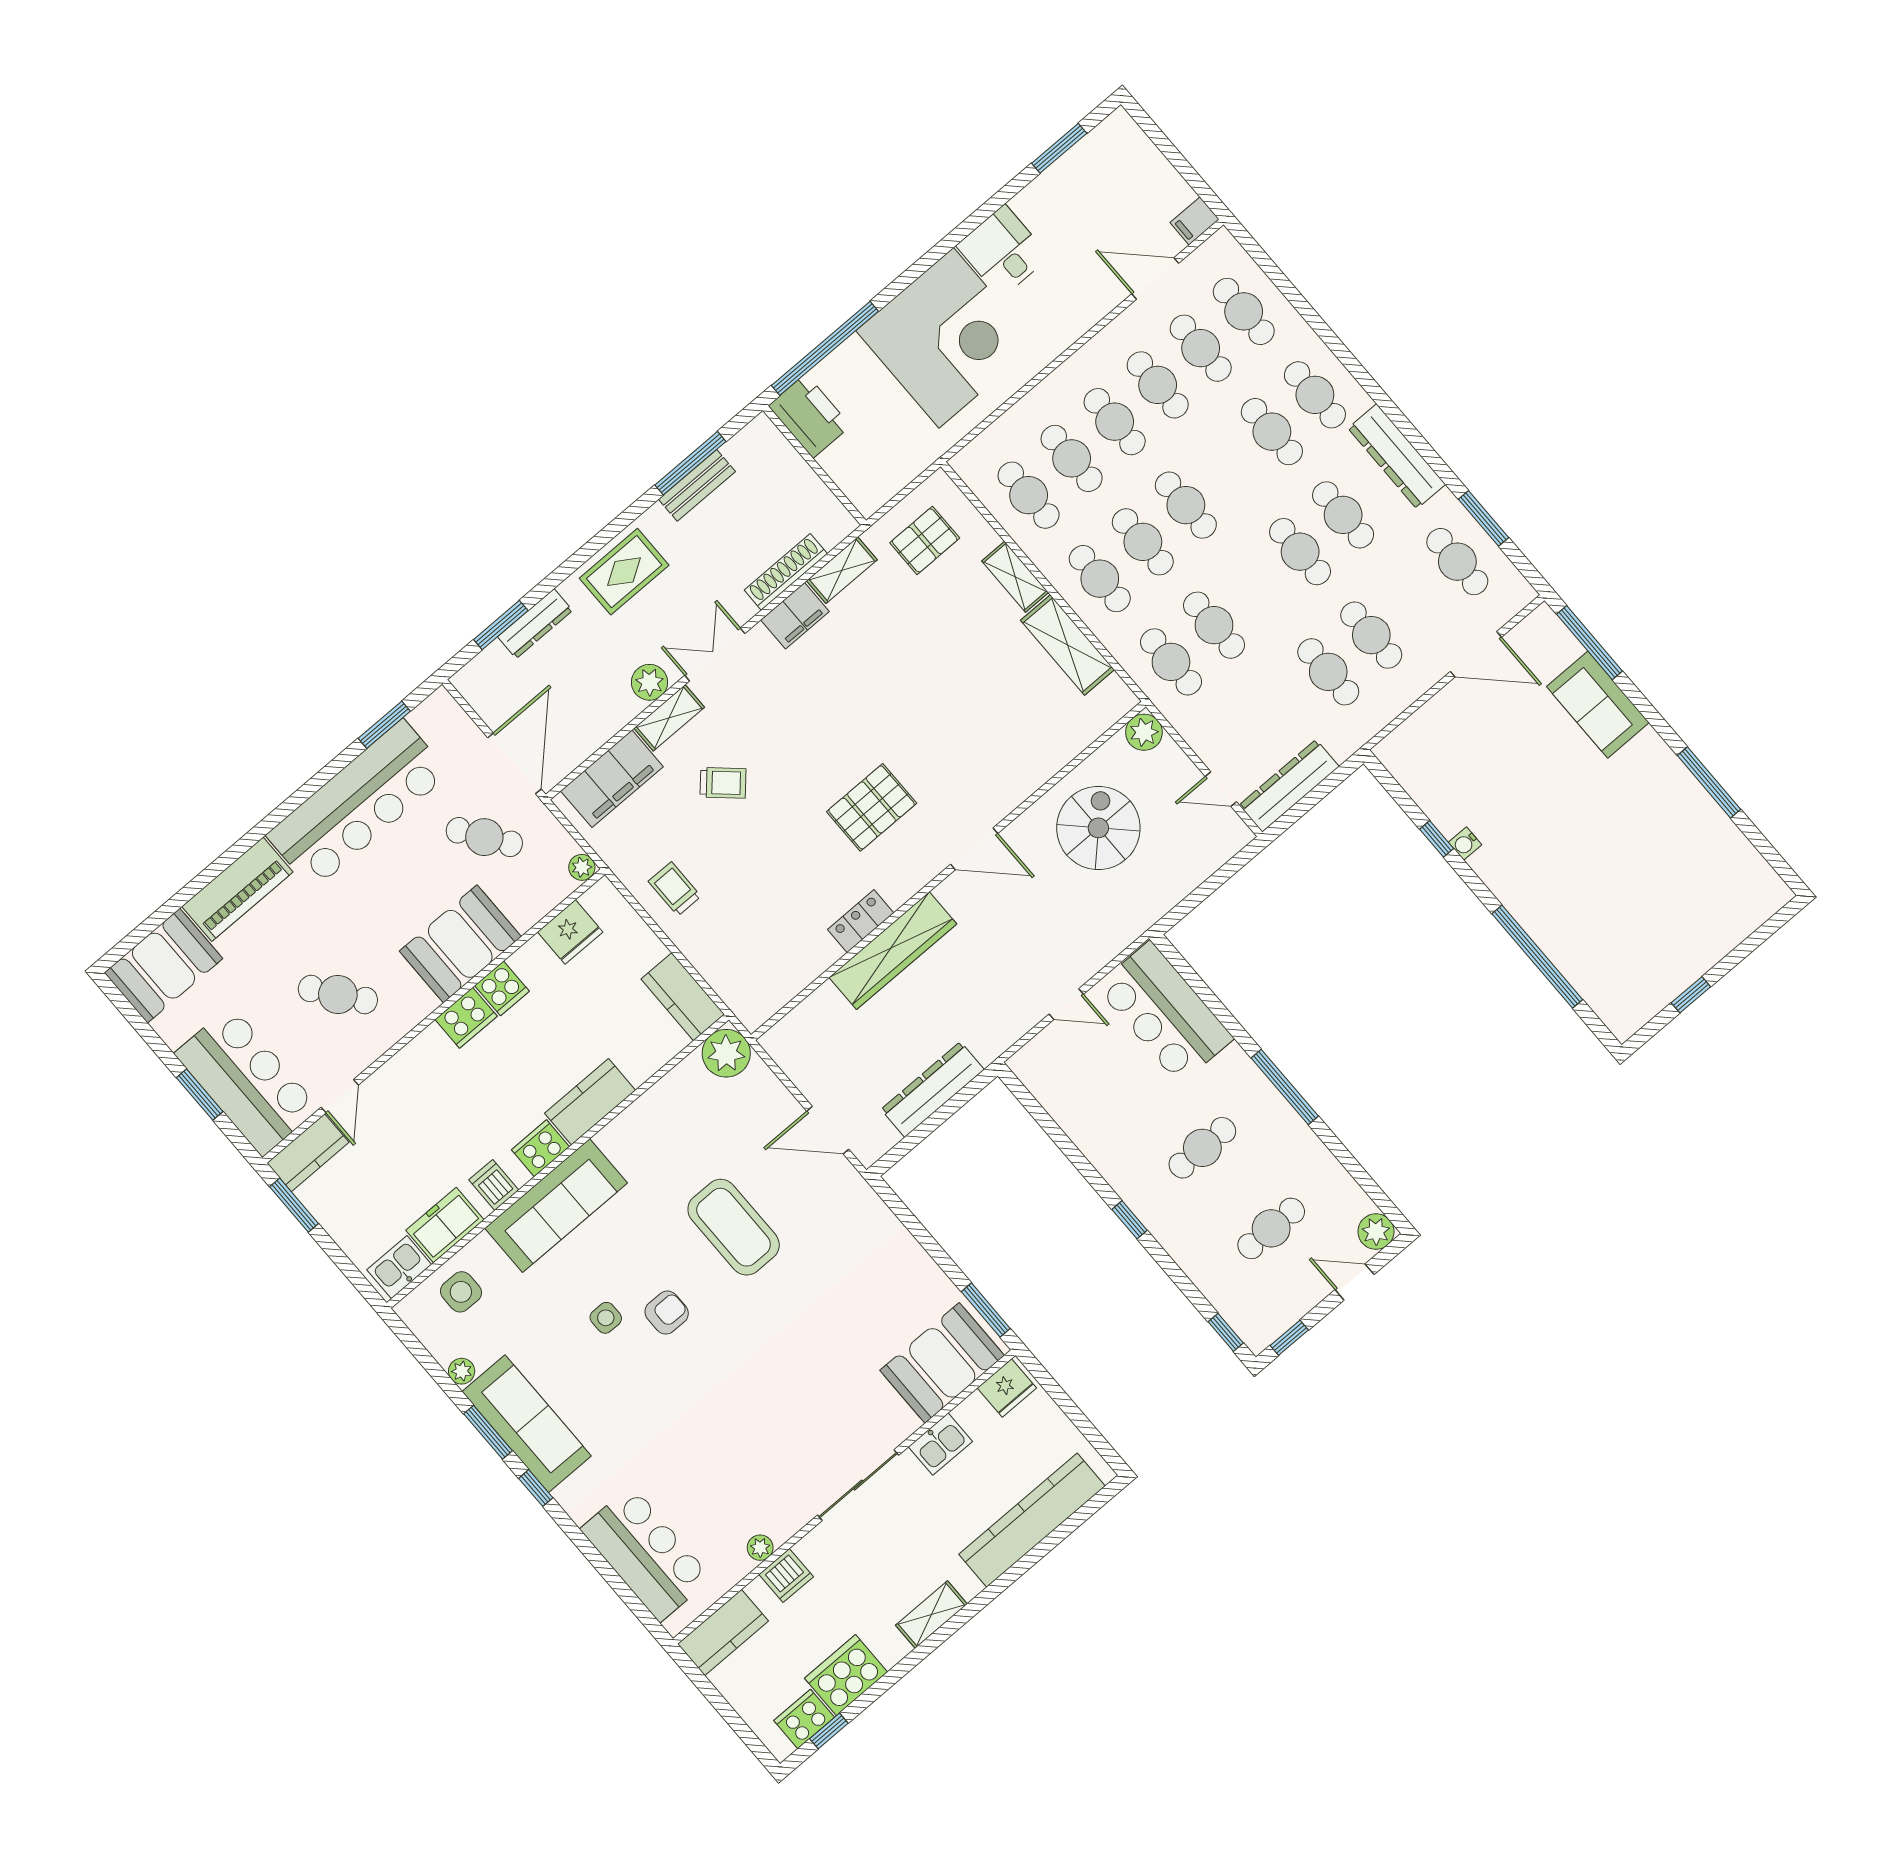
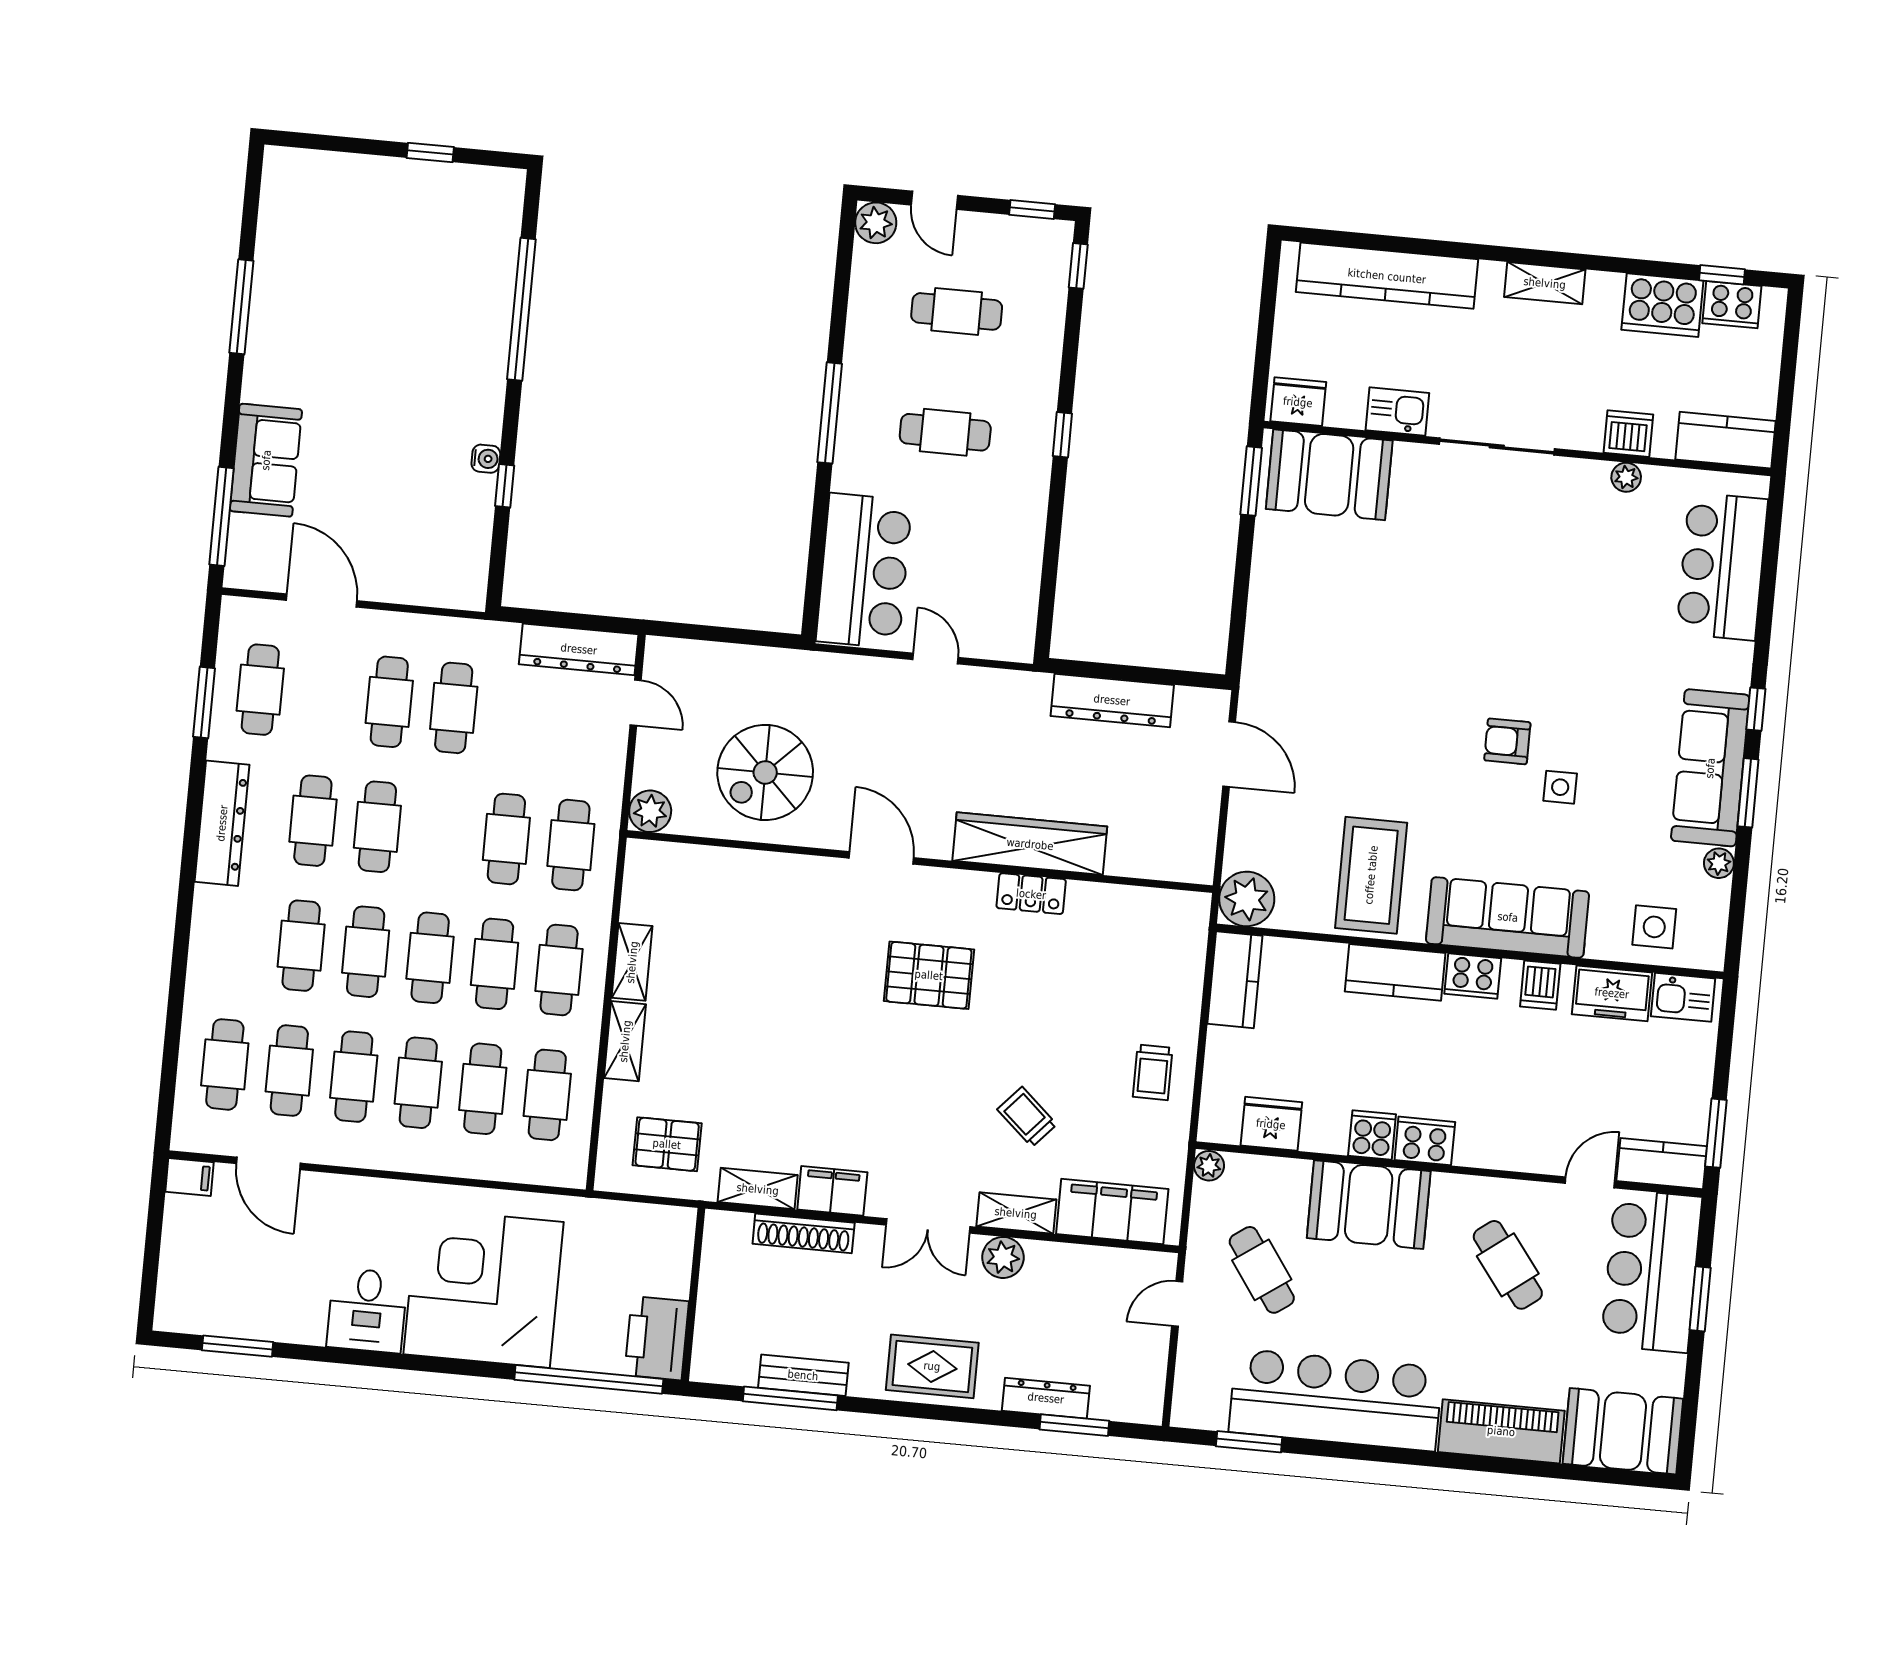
cafe table: (1315, 395) -> (366, 952), moved
shelving: (1067, 645) -> (632, 962), width x0.67, depth x0.75
door: (514, 763) -> (1177, 1304), width x0.53
coffee table: (734, 1227) -> (1371, 875), moved

